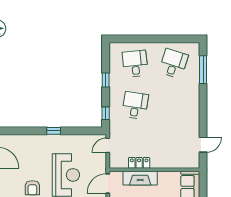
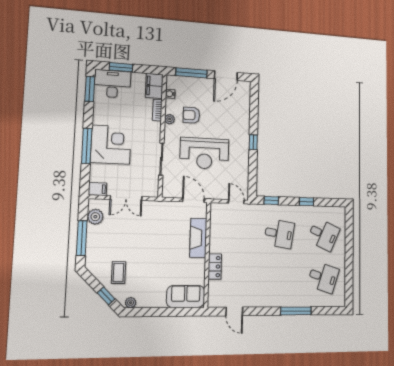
desk: (135, 64) -> (323, 235), turned 30
window: (203, 70) -> (296, 311), moved
locker: (139, 163) -> (215, 267), moved

